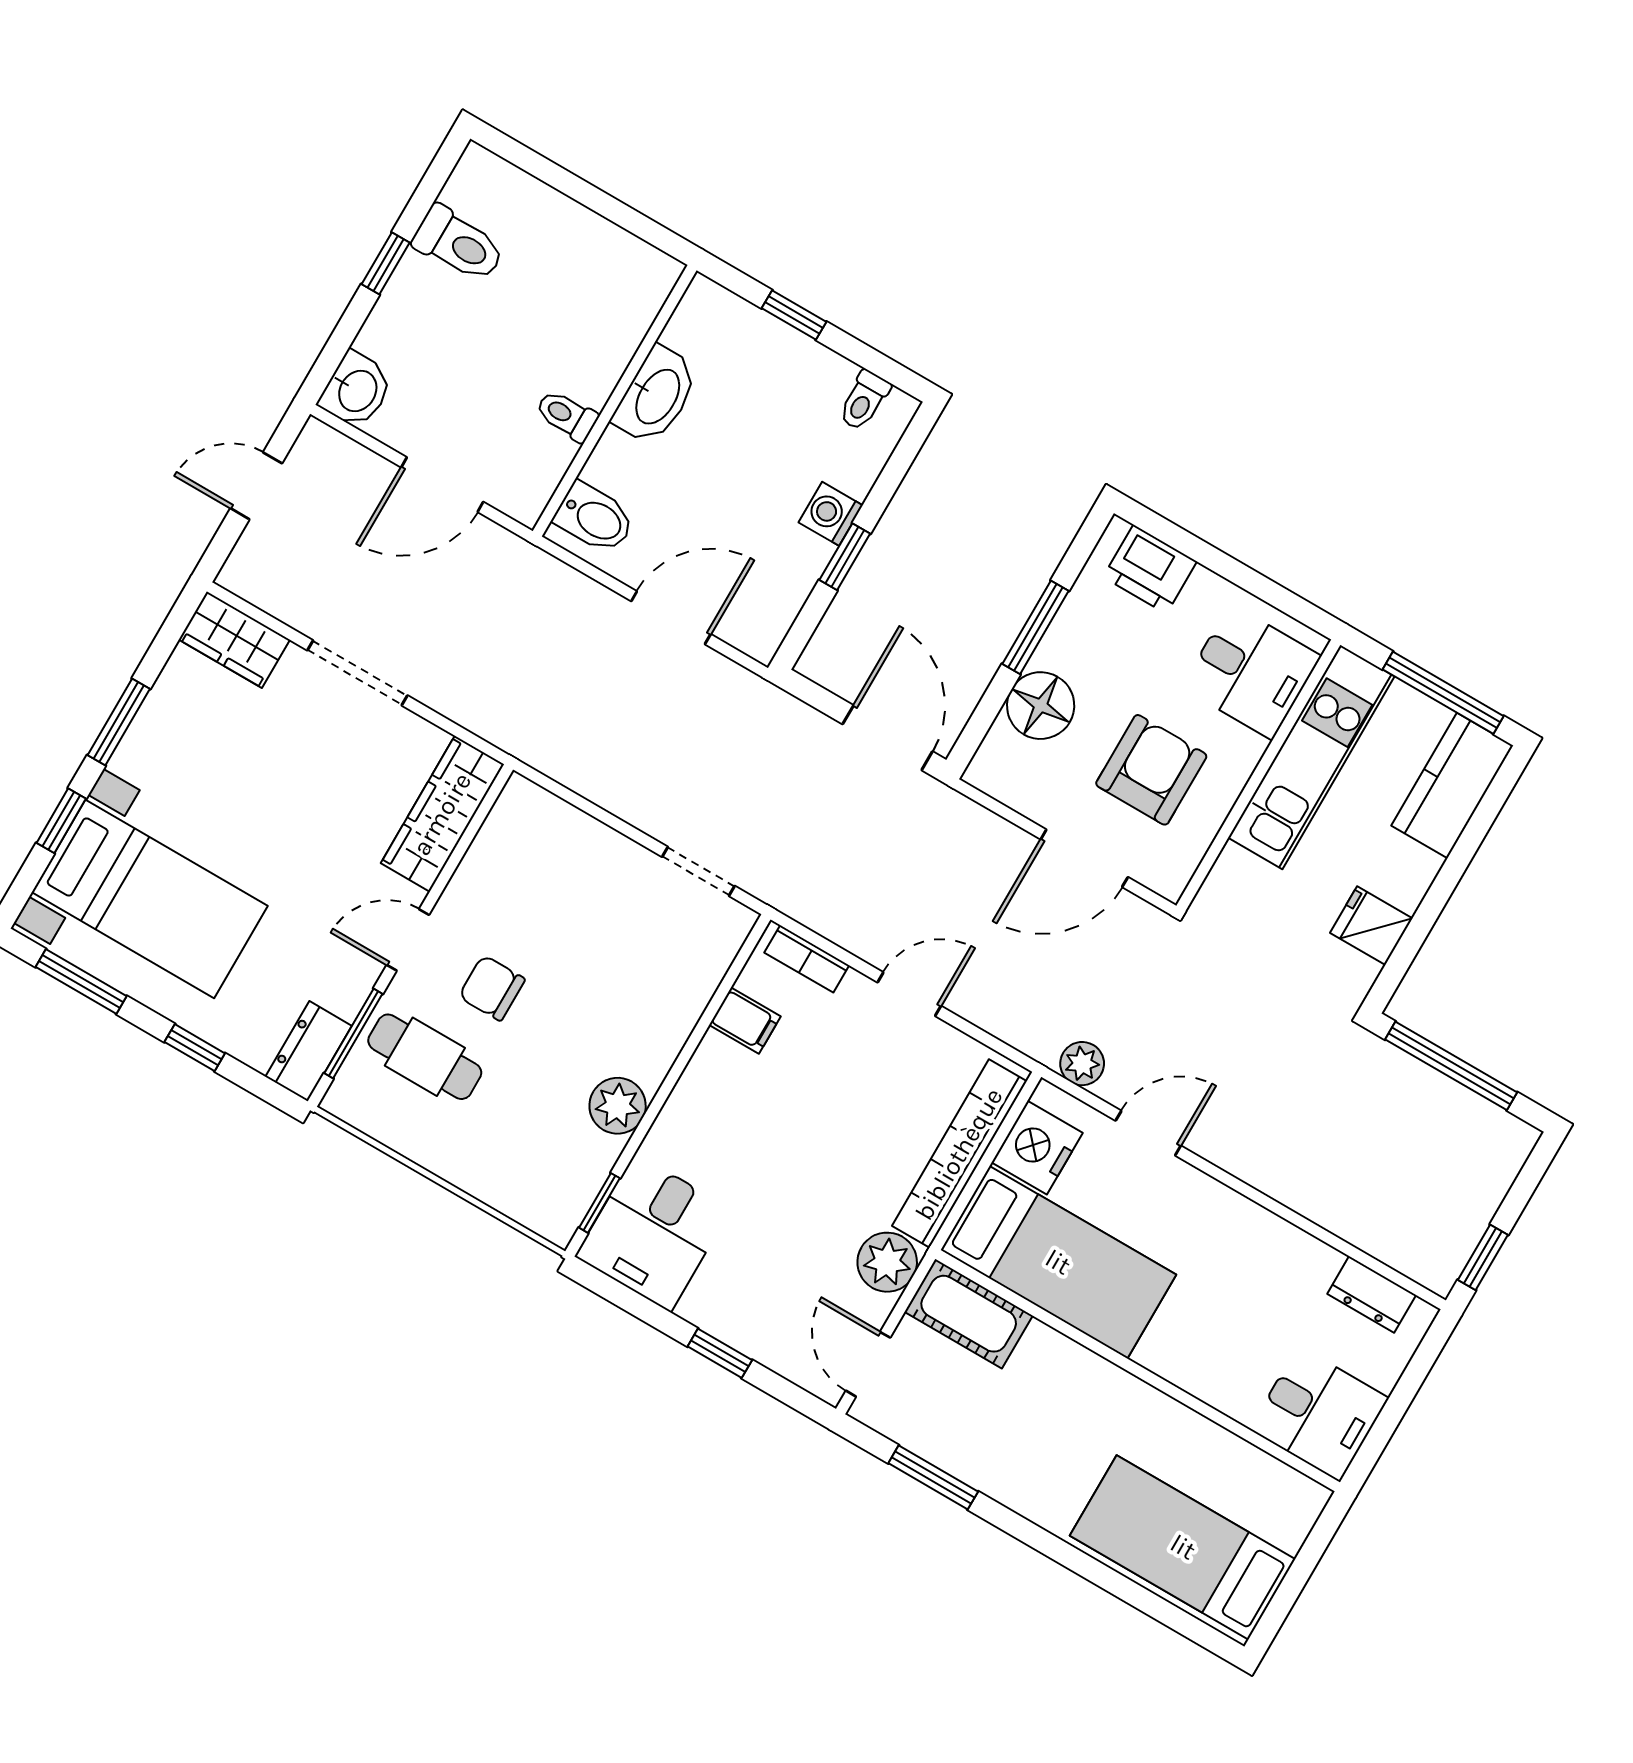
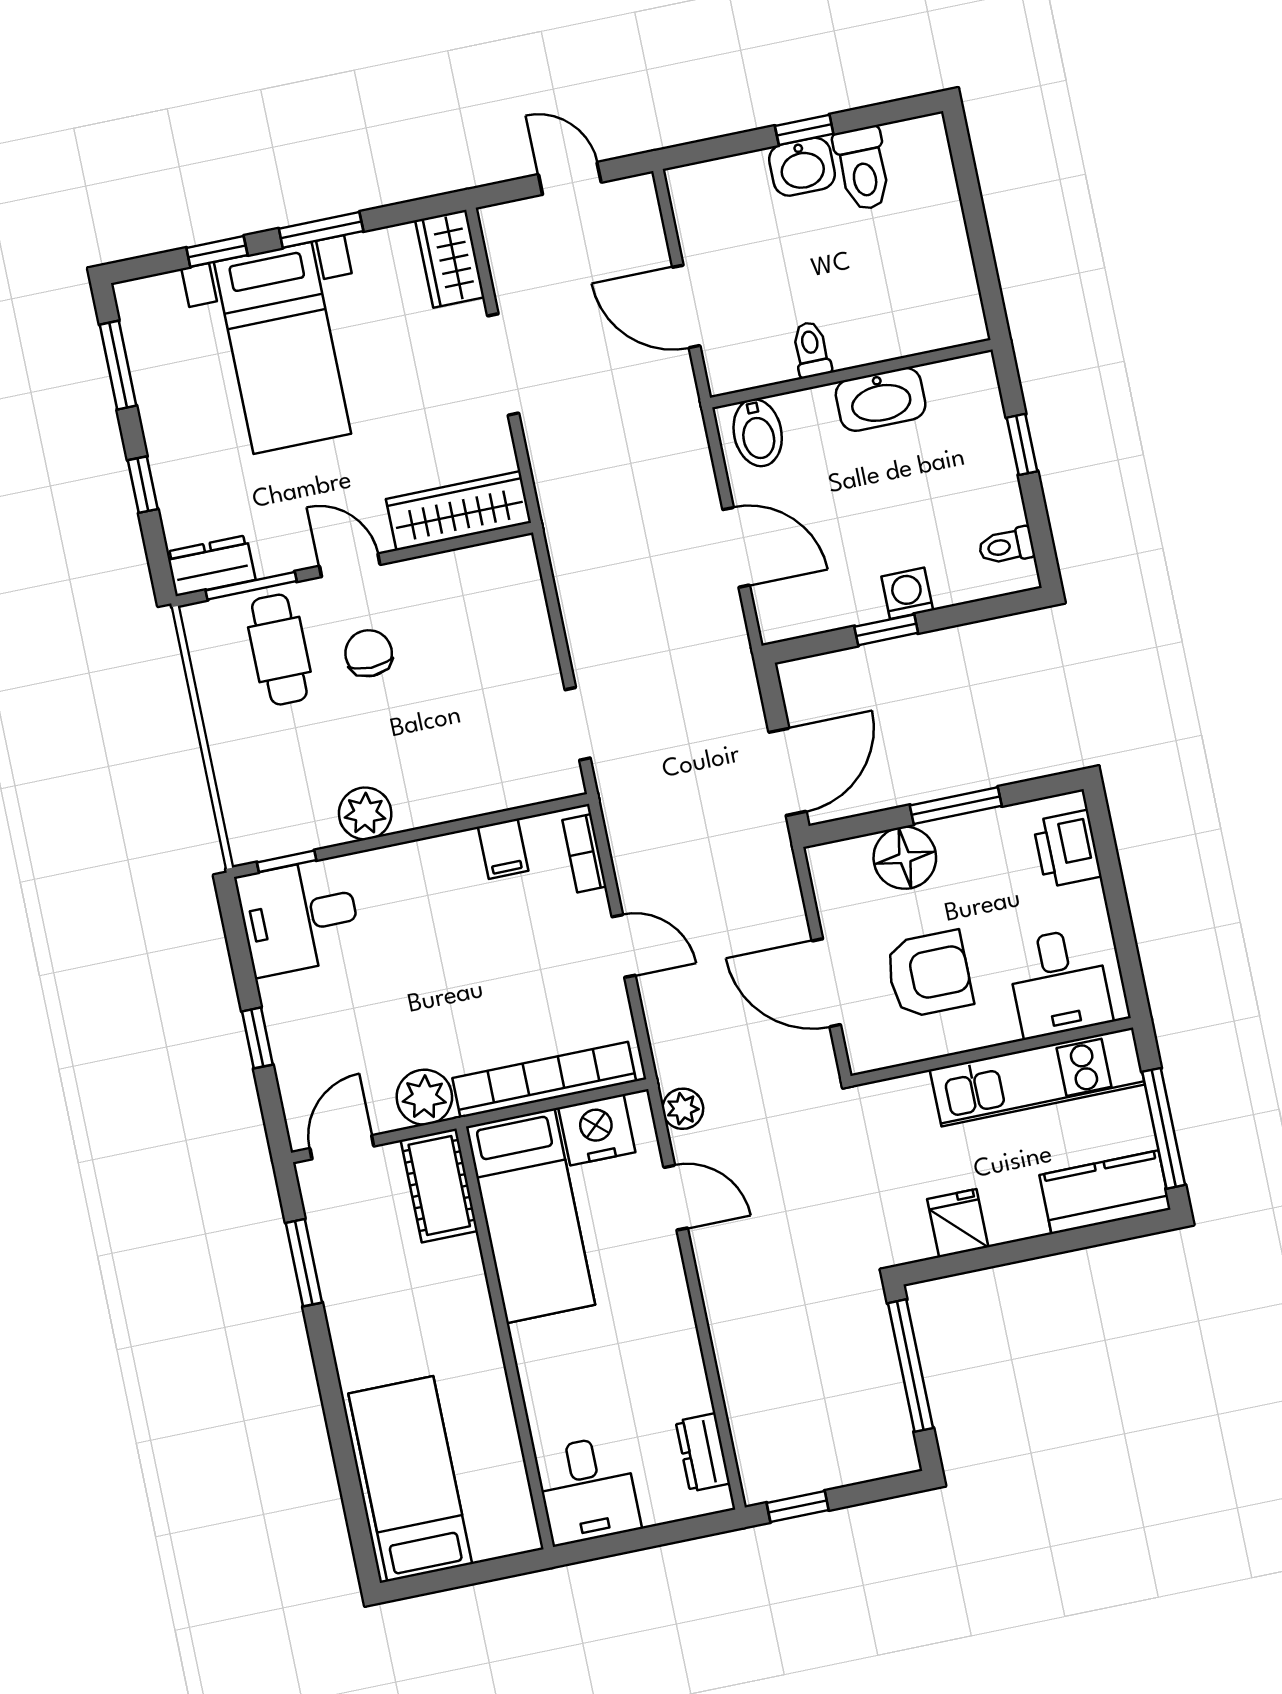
washbasin: (356, 390) -> (802, 167), moved
bed with nightstands: (150, 899) -> (282, 348), moved

